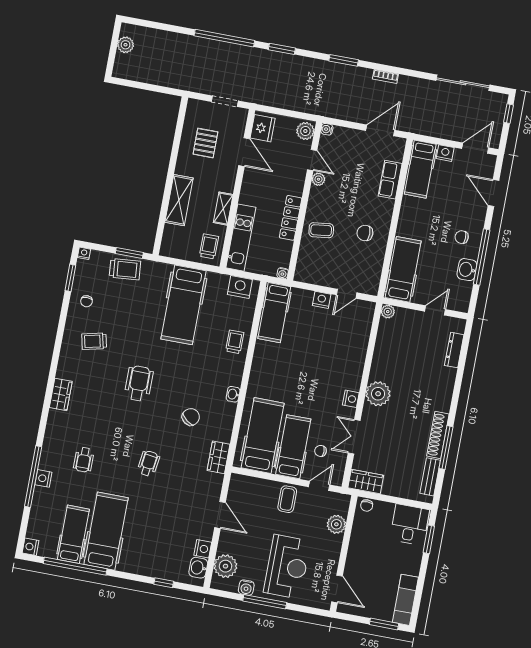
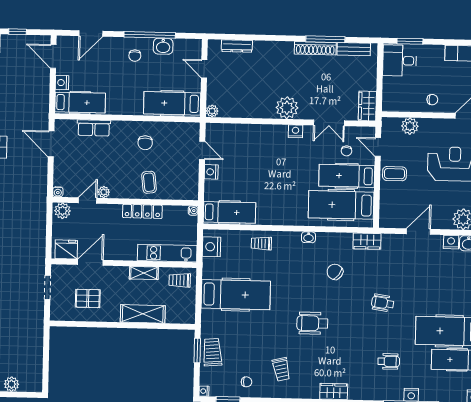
chair: (367, 506) -> (432, 100), moved

